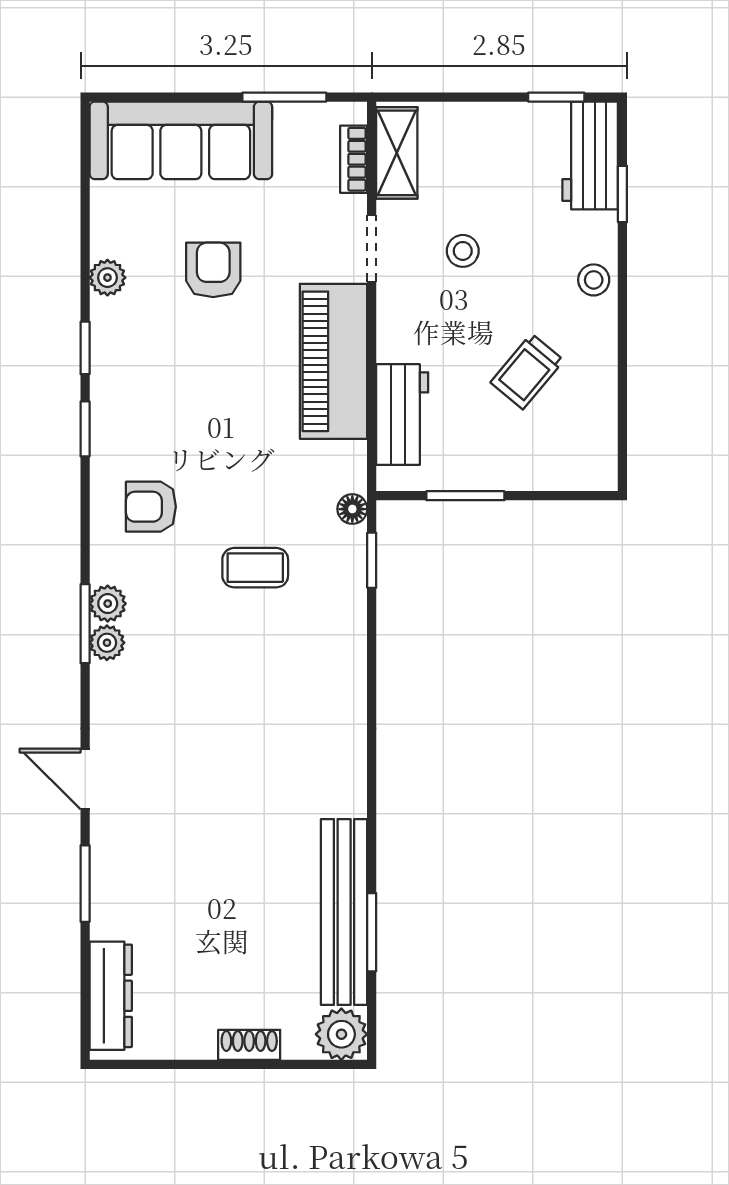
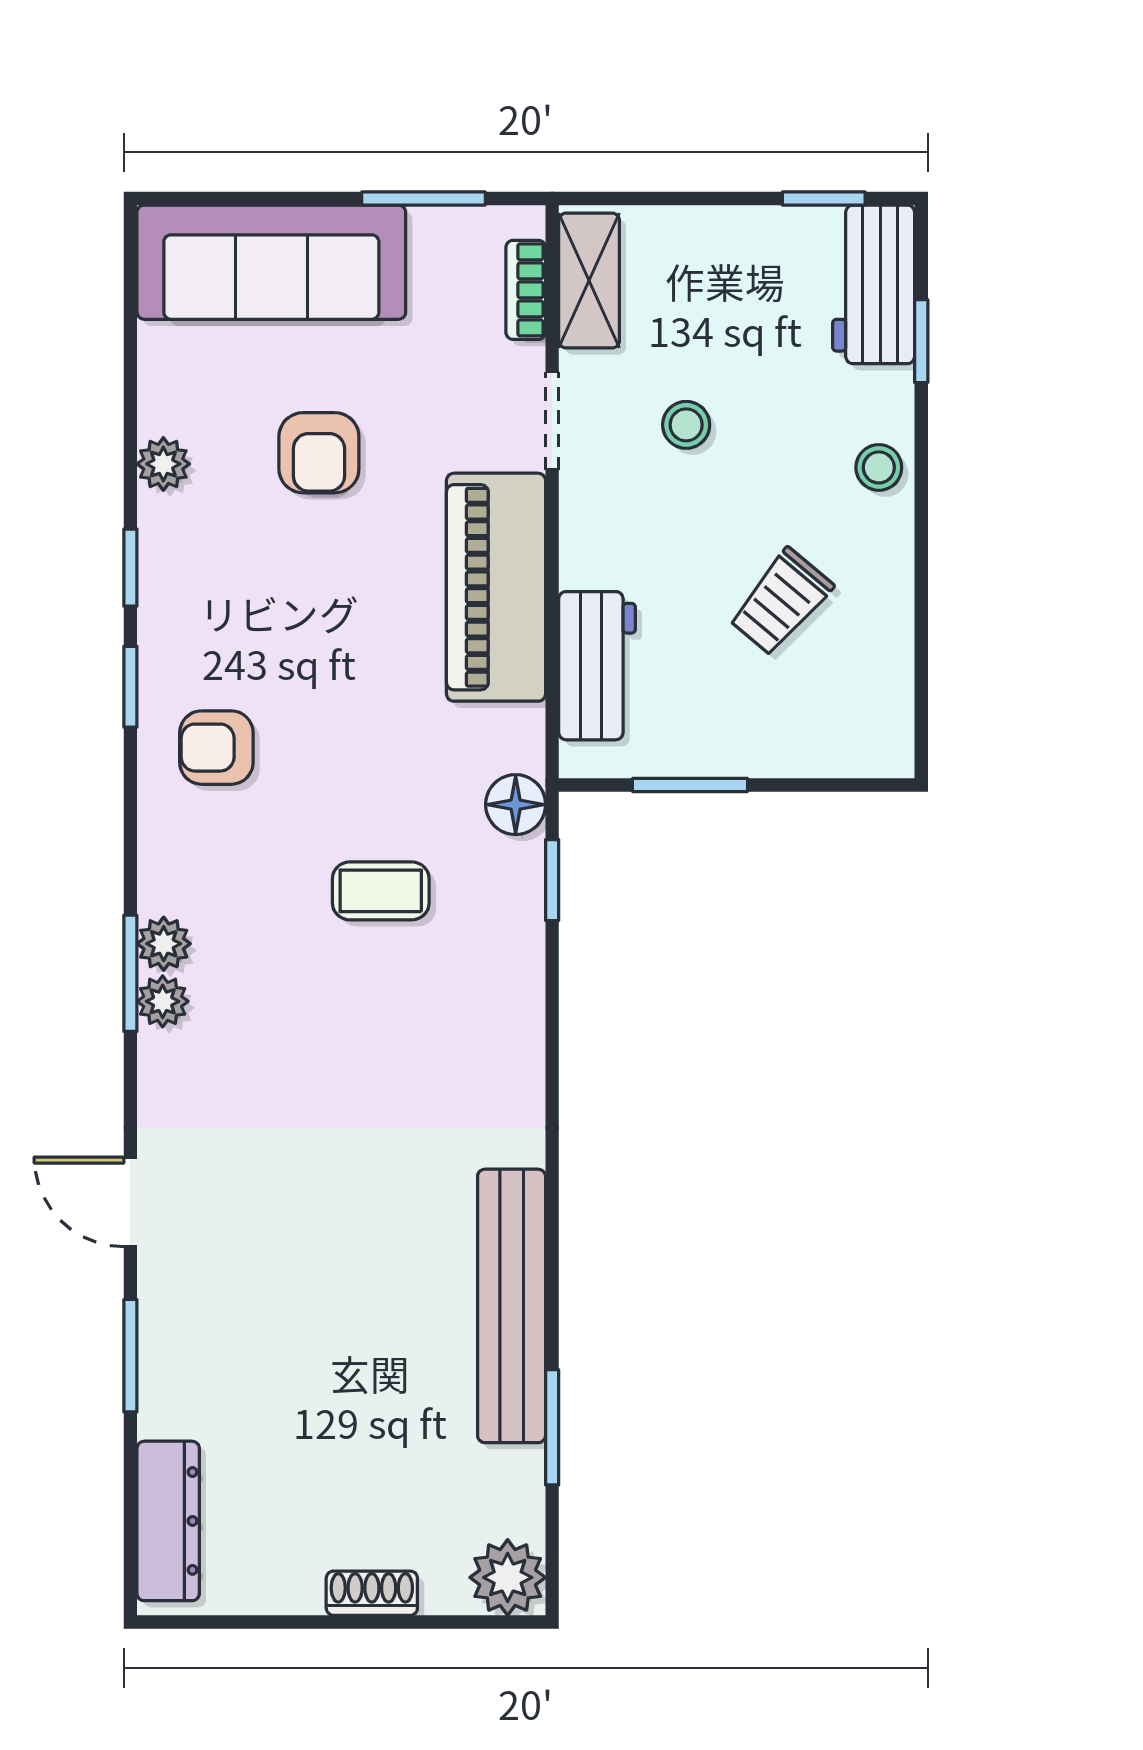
armchair: (213, 270) -> (319, 453), turned 180
armchair: (151, 507) -> (216, 748), moved
floor lamp: (352, 509) -> (516, 805), width x1.37, depth x1.37
bench: (344, 912) -> (512, 1306), moved

